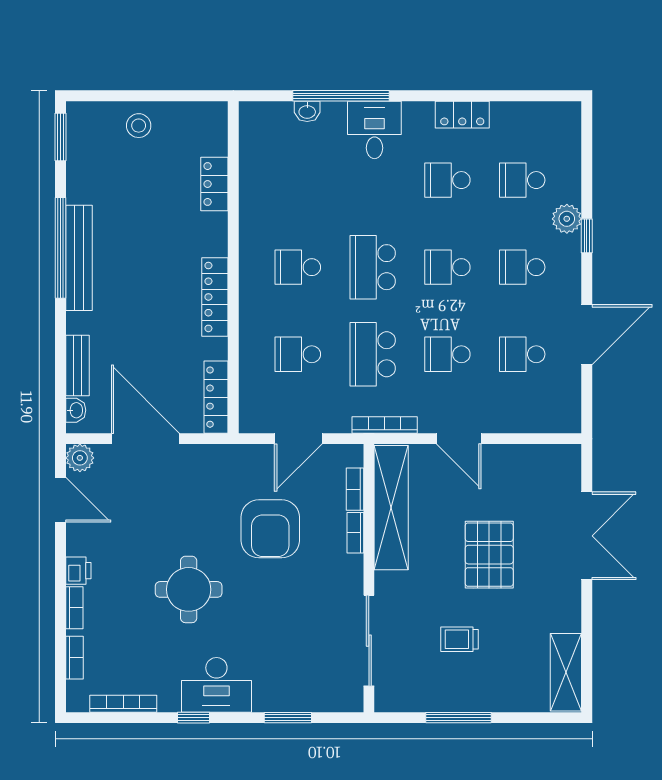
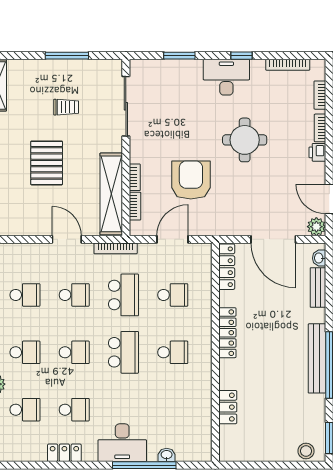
stool: (139, 126) -> (306, 451), moved
desk: (374, 130) -> (122, 443), width x1.37

